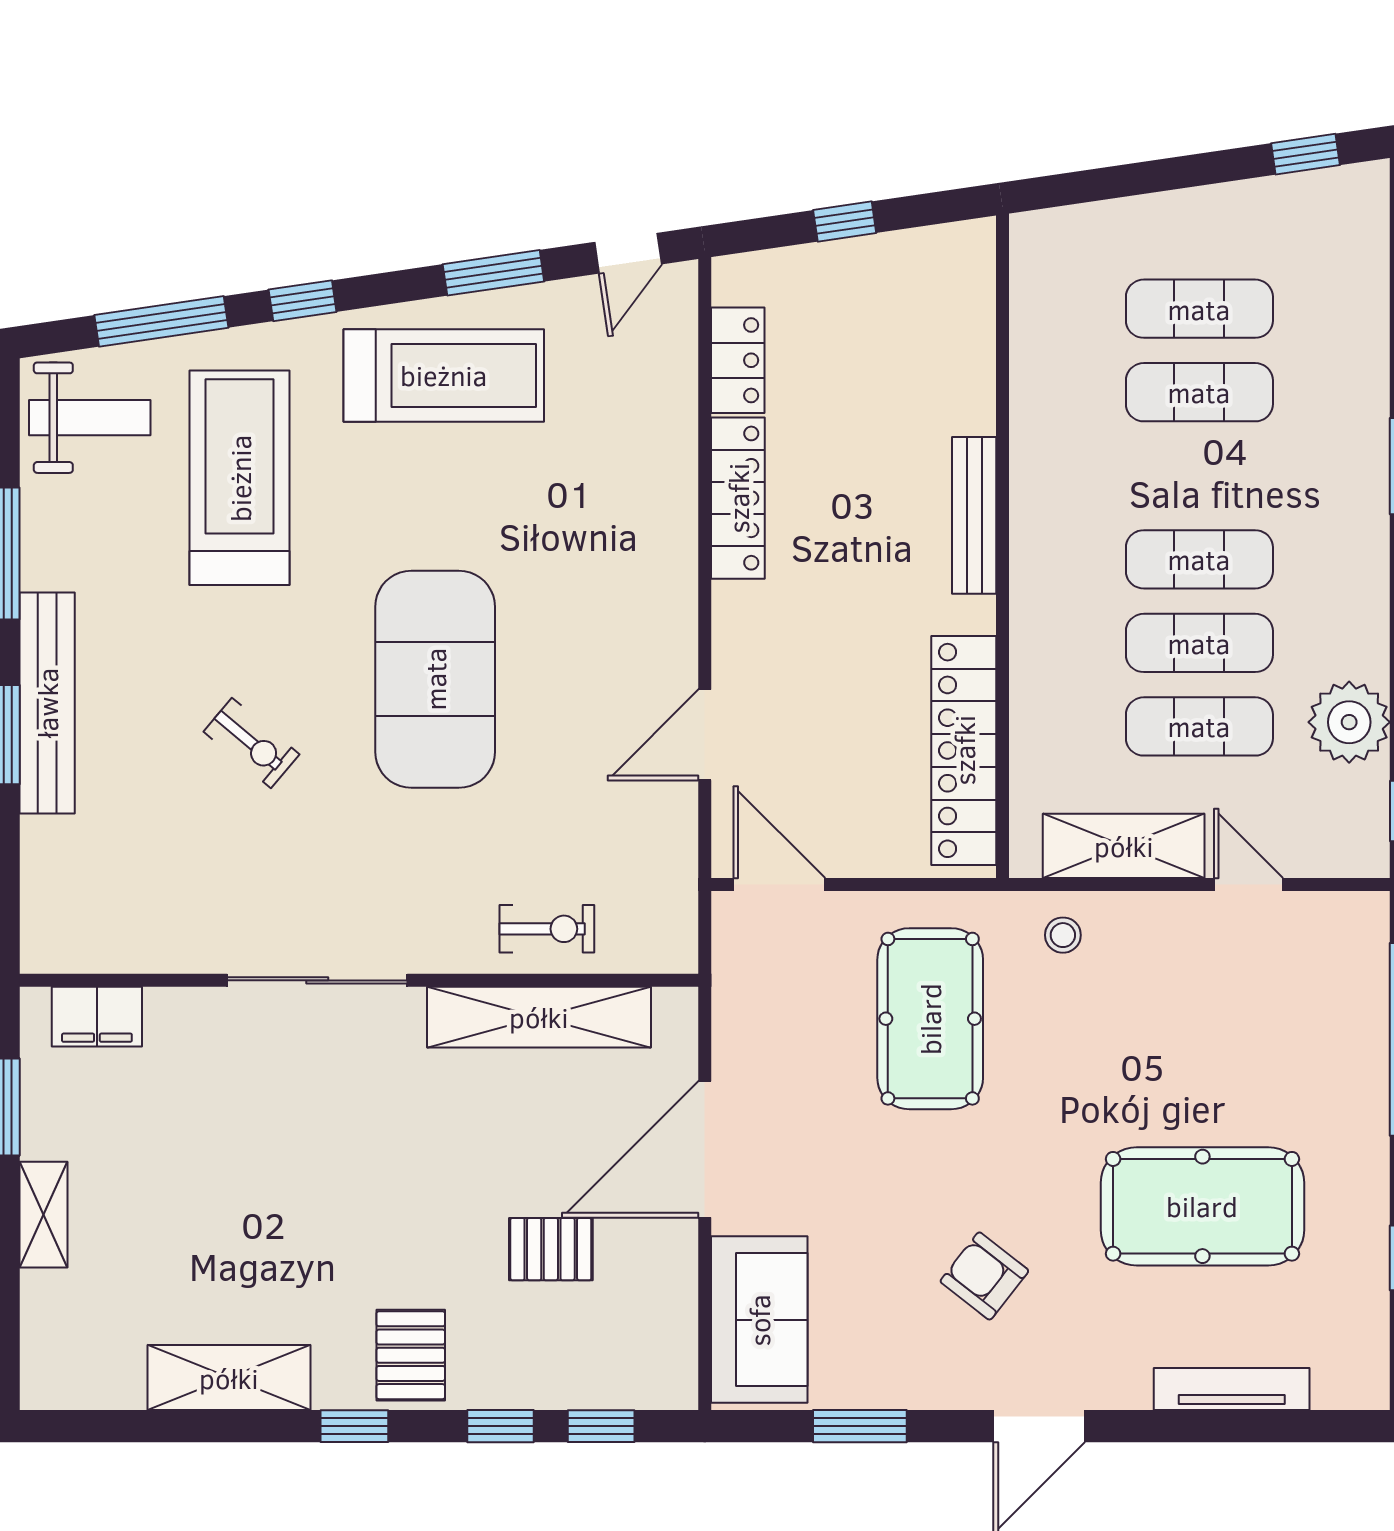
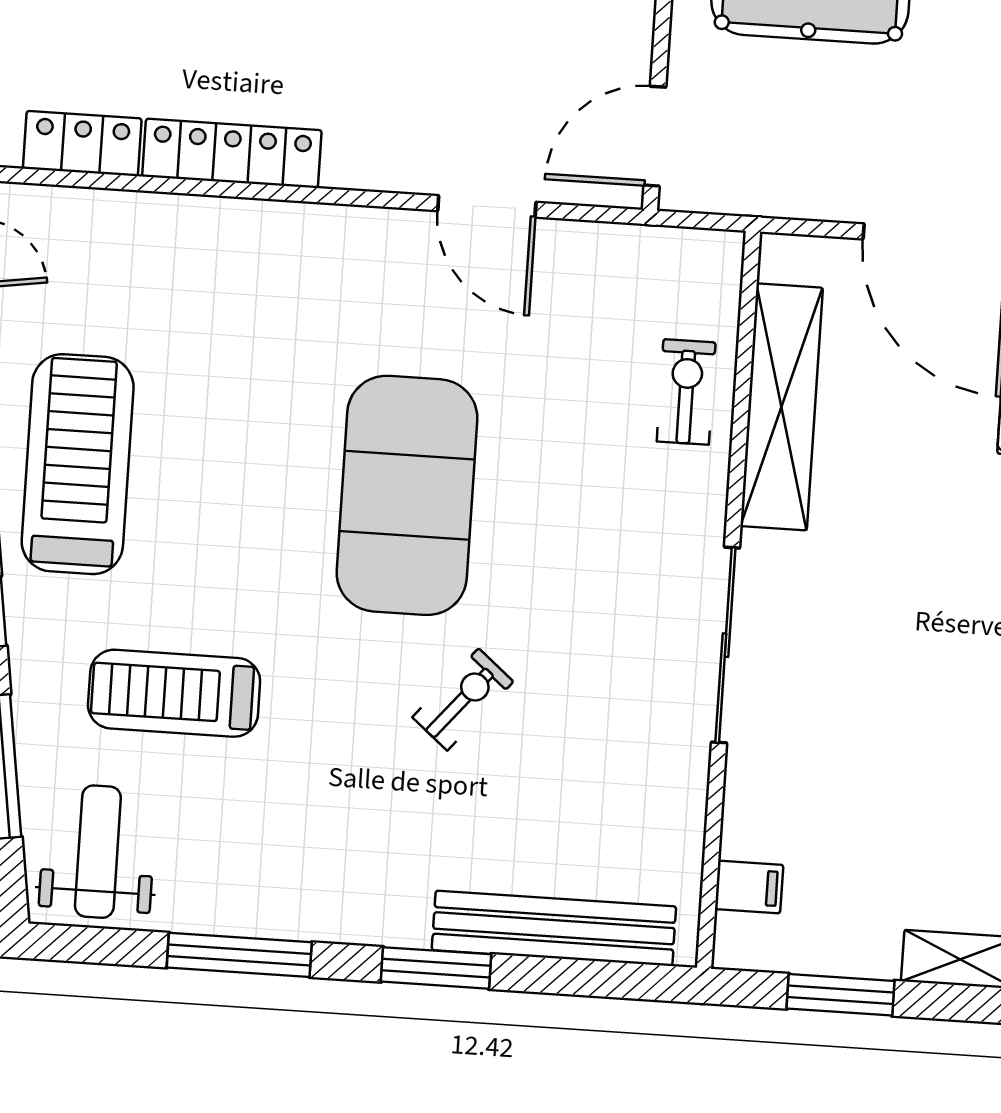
treadmill: (240, 478) -> (174, 693), width x0.73, depth x0.73
exercise mat: (435, 679) -> (407, 495), turned 90
bench: (47, 703) -> (554, 928), moved
filing cabinet: (97, 1017) -> (749, 887), width x0.50

